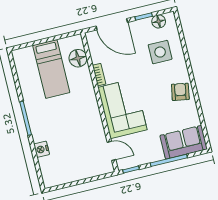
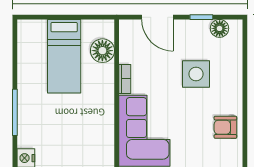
door: (112, 24) -> (157, 17), width x0.73
side table: (160, 52) -> (196, 74), moved
armchair: (180, 92) -> (225, 127), turned -100

